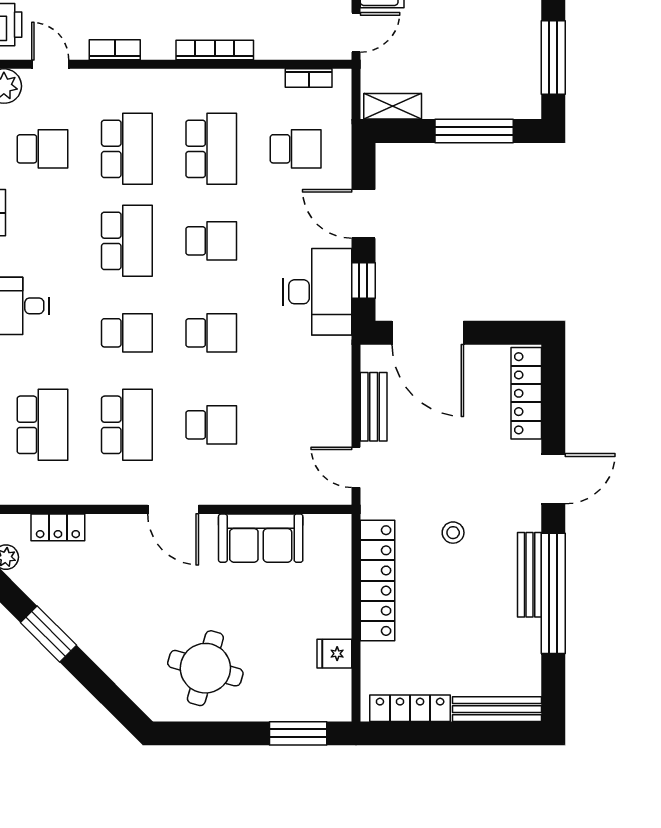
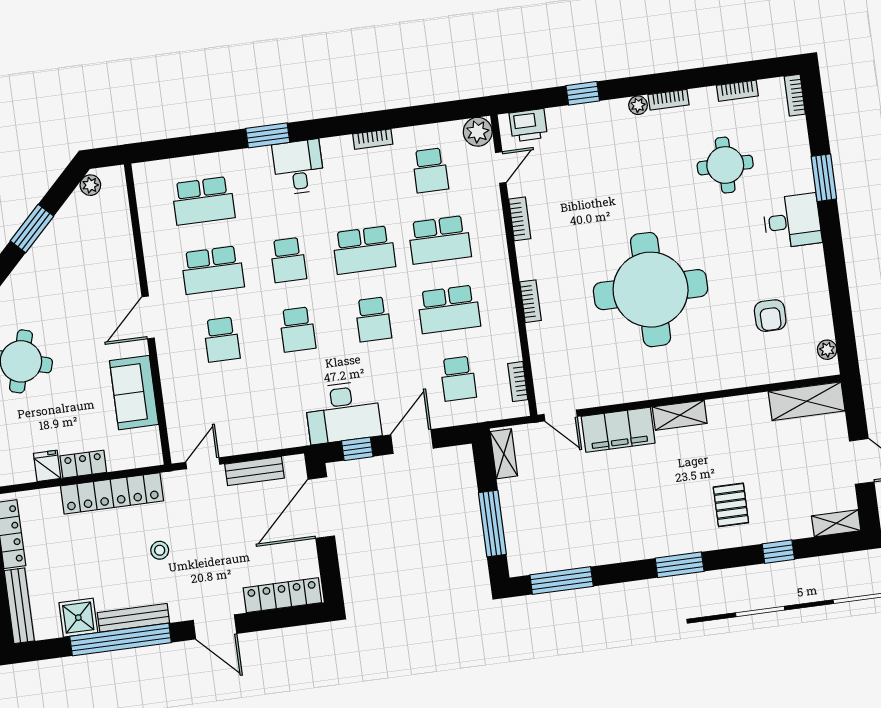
bookcase: (215, 50) -> (531, 301), width x0.64
locker: (58, 527) -> (83, 464), moved, turned 90
shower: (520, 640) -> (78, 618), added

